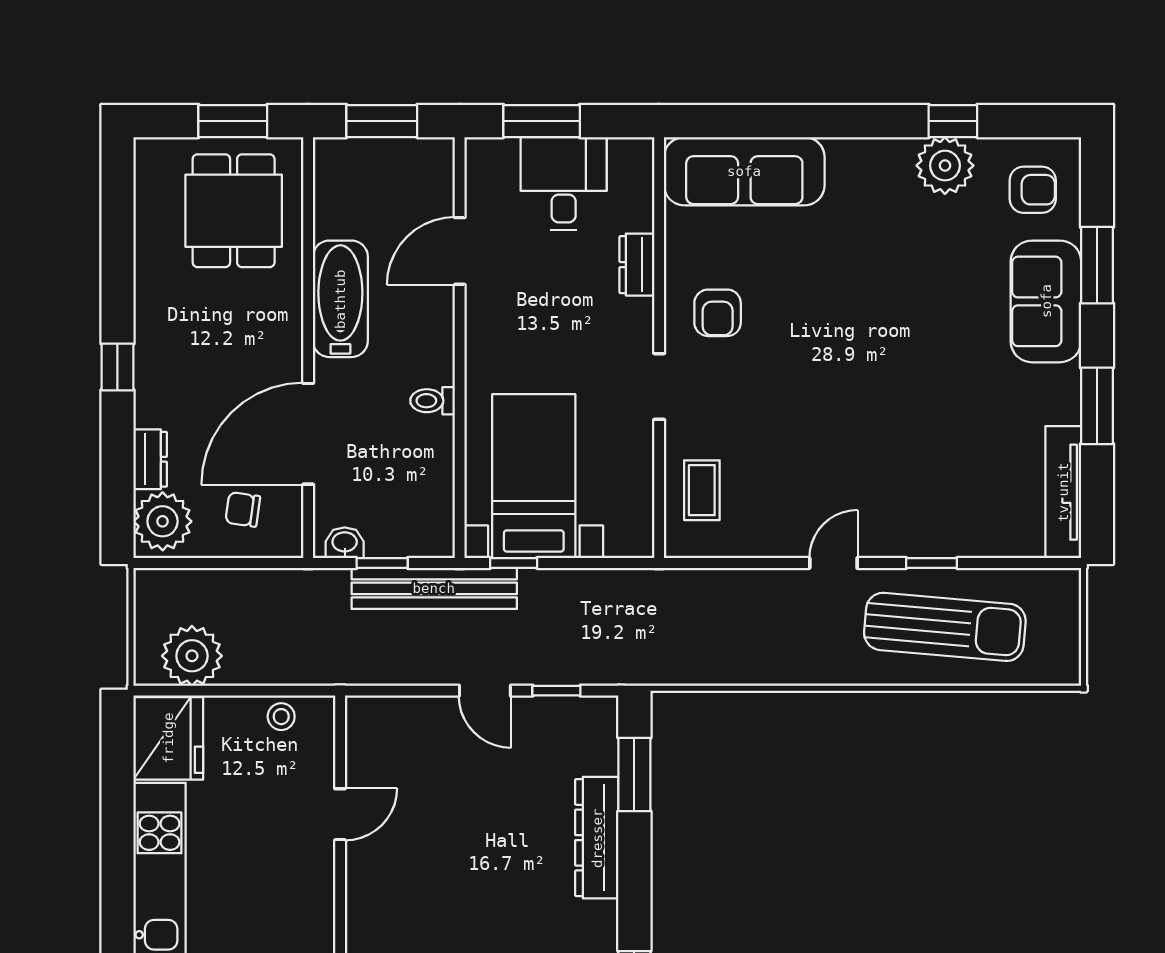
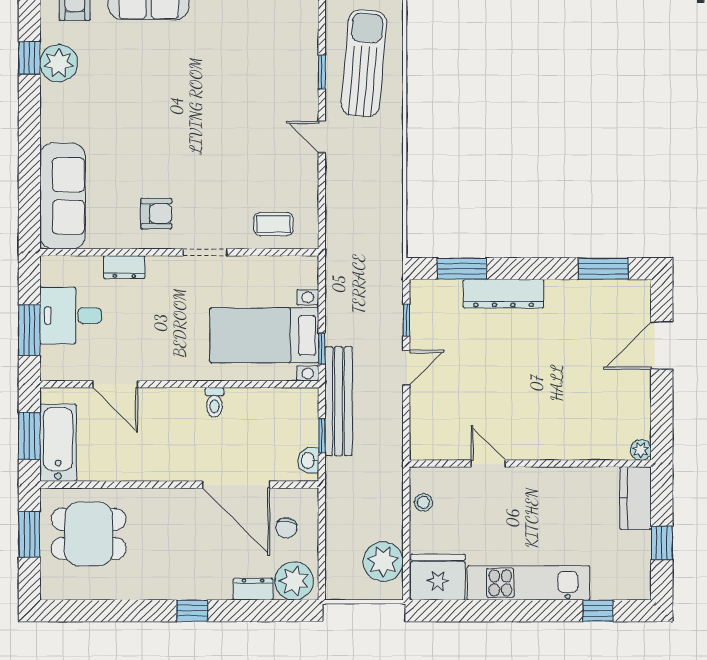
bathtub: (340, 299) -> (58, 443), moved, turned 90

